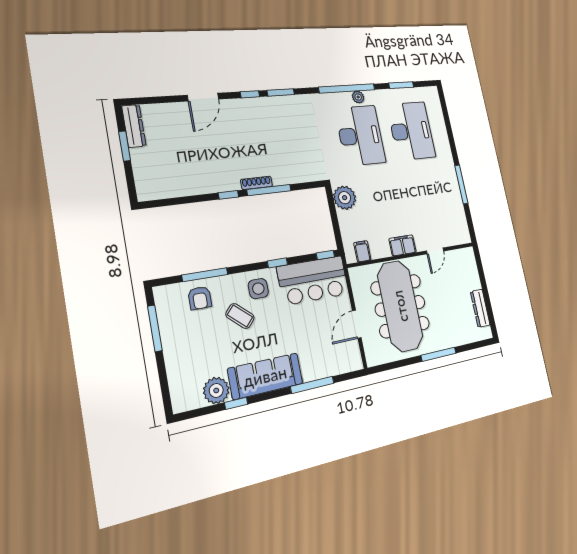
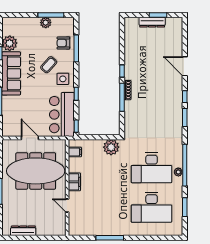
dresser: (134, 126) -> (152, 22), moved
plant: (170, 335) -> (46, 23), added

